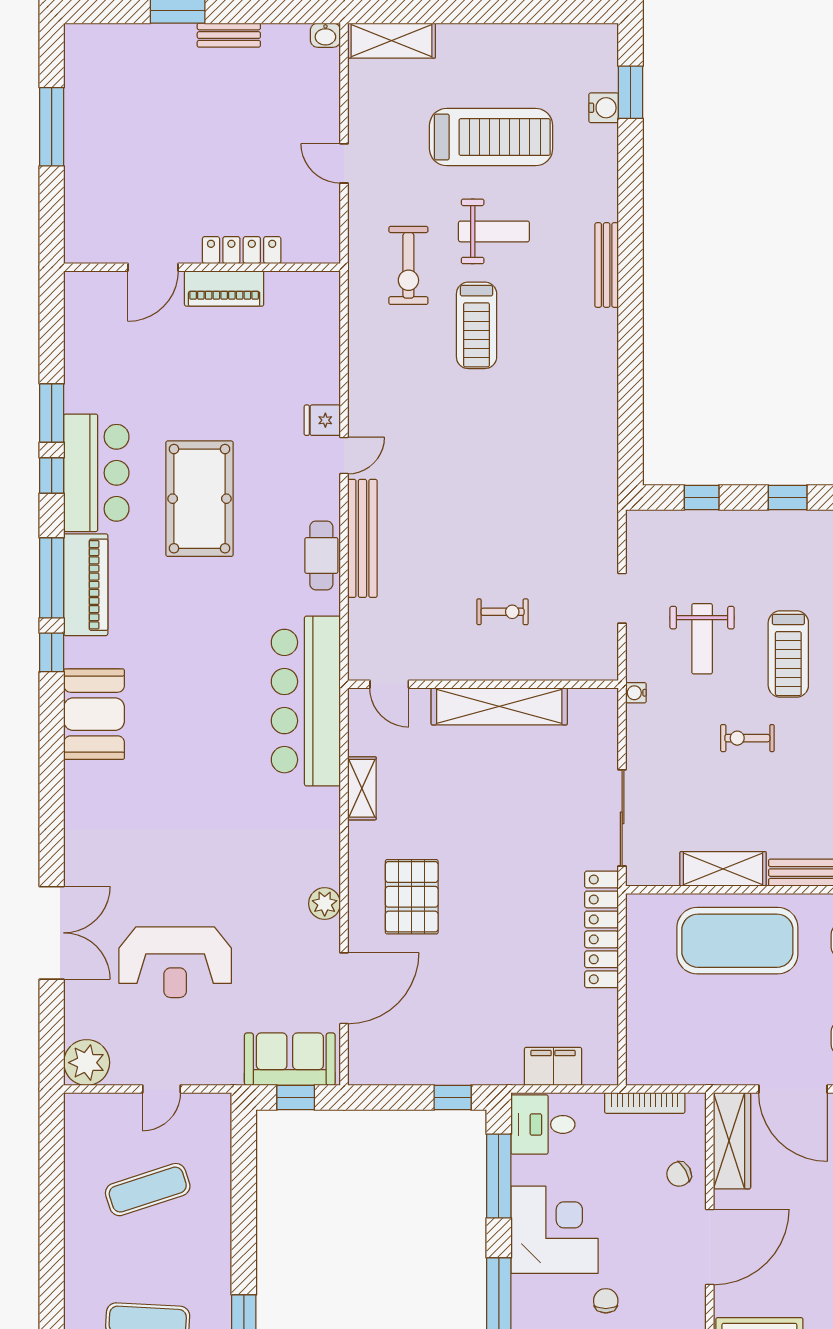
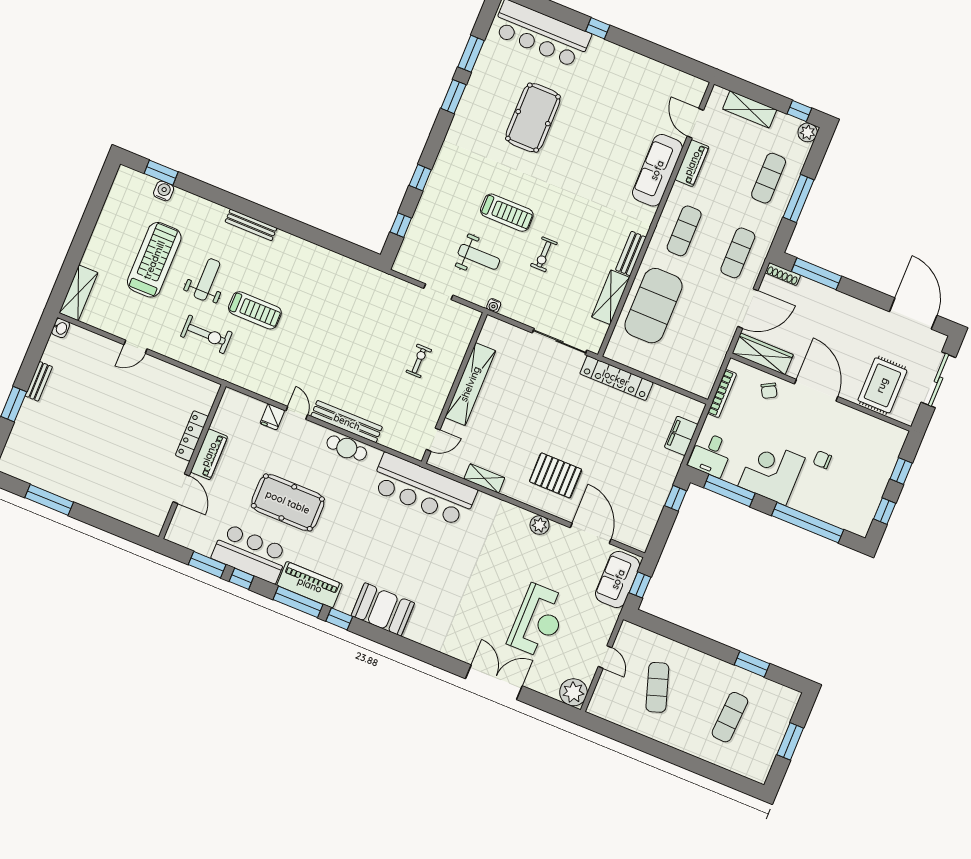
locker: (242, 250) -> (192, 436), moved
door: (153, 267) -> (181, 489), moved
wall: (202, 267) -> (192, 462), moved
piano: (224, 288) -> (209, 454), moved

